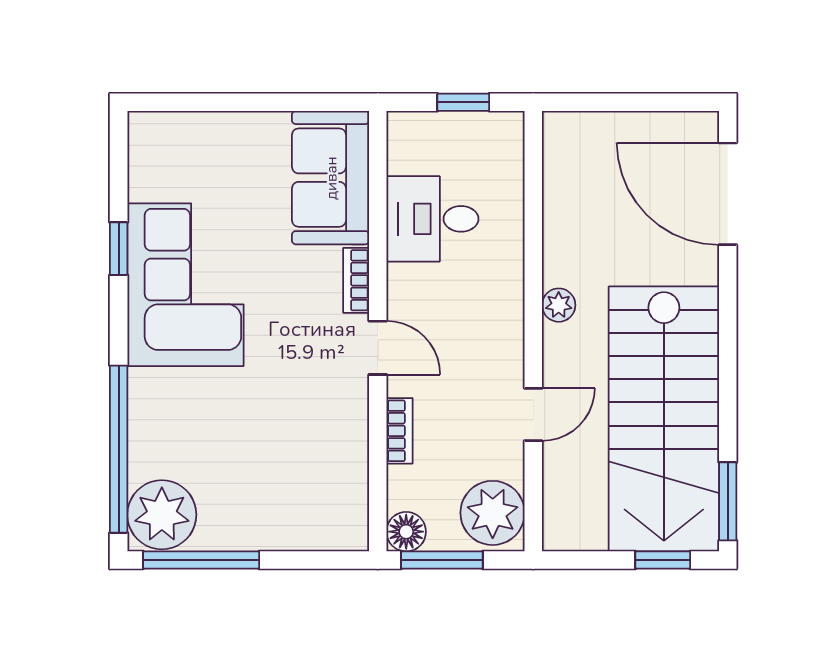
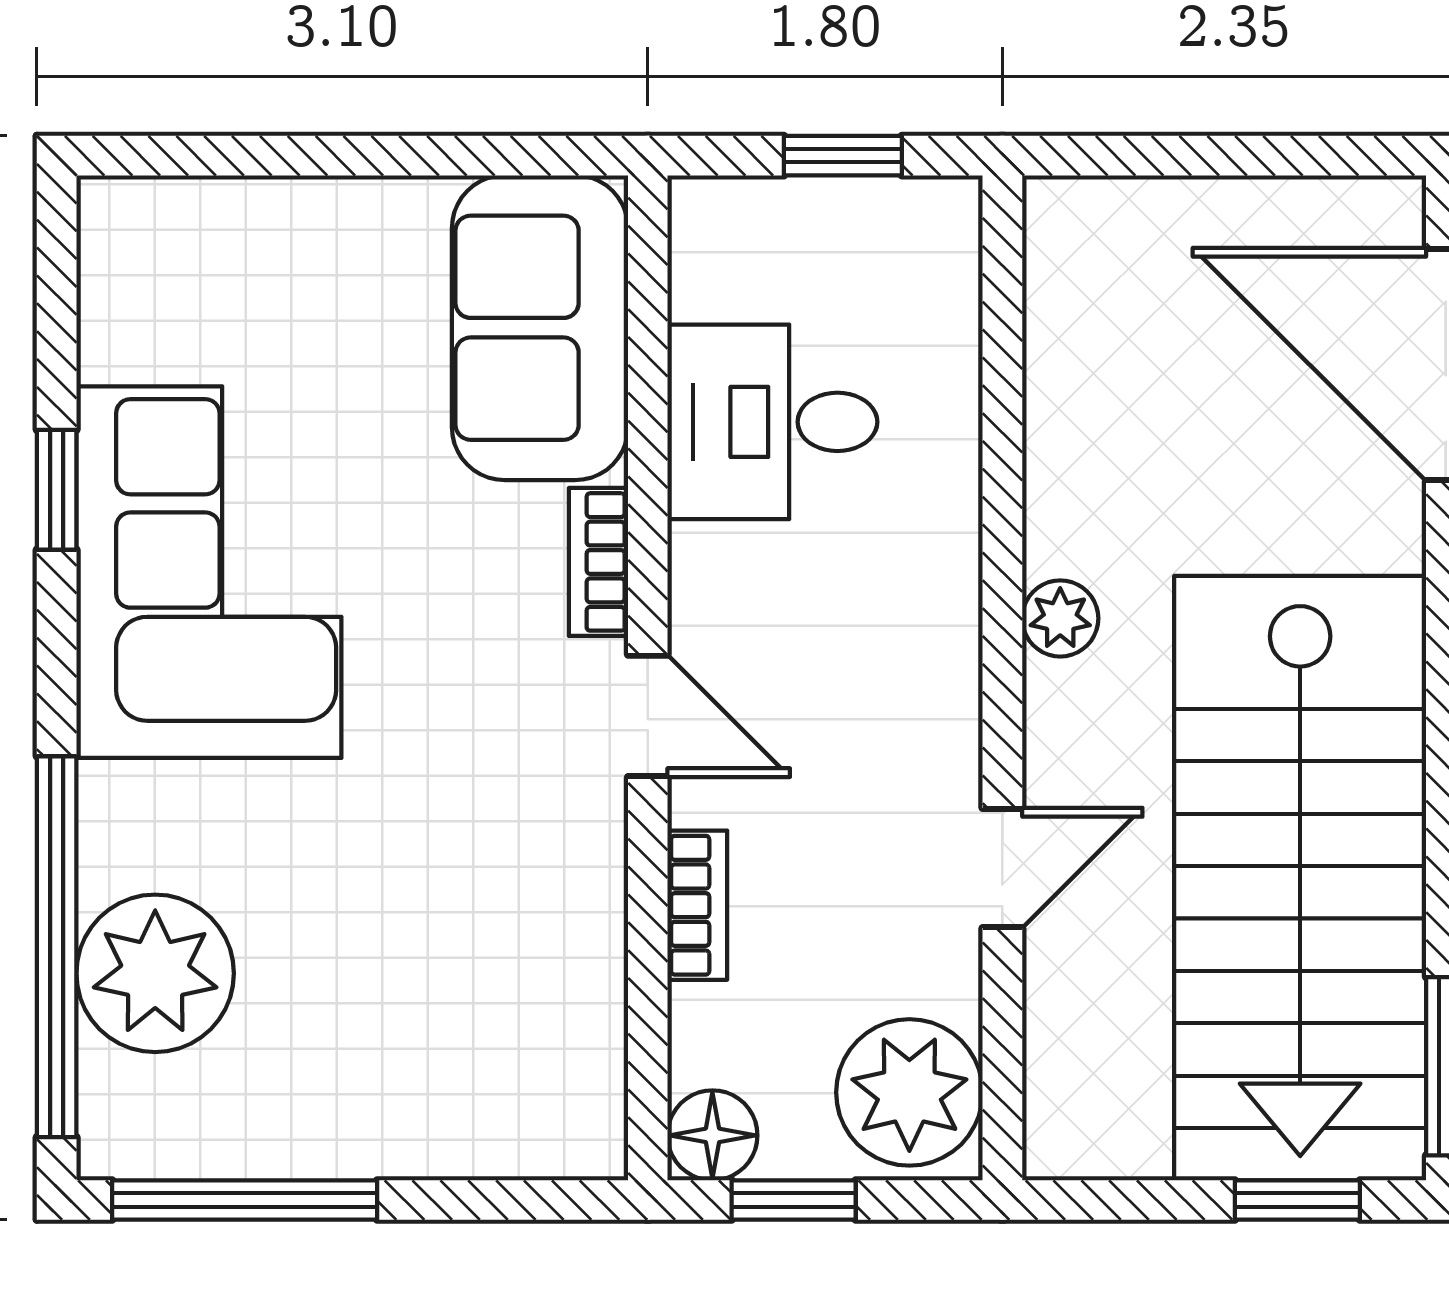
plant: (162, 515) -> (155, 973), moved
window: (442, 560) -> (794, 1200), width x0.67

